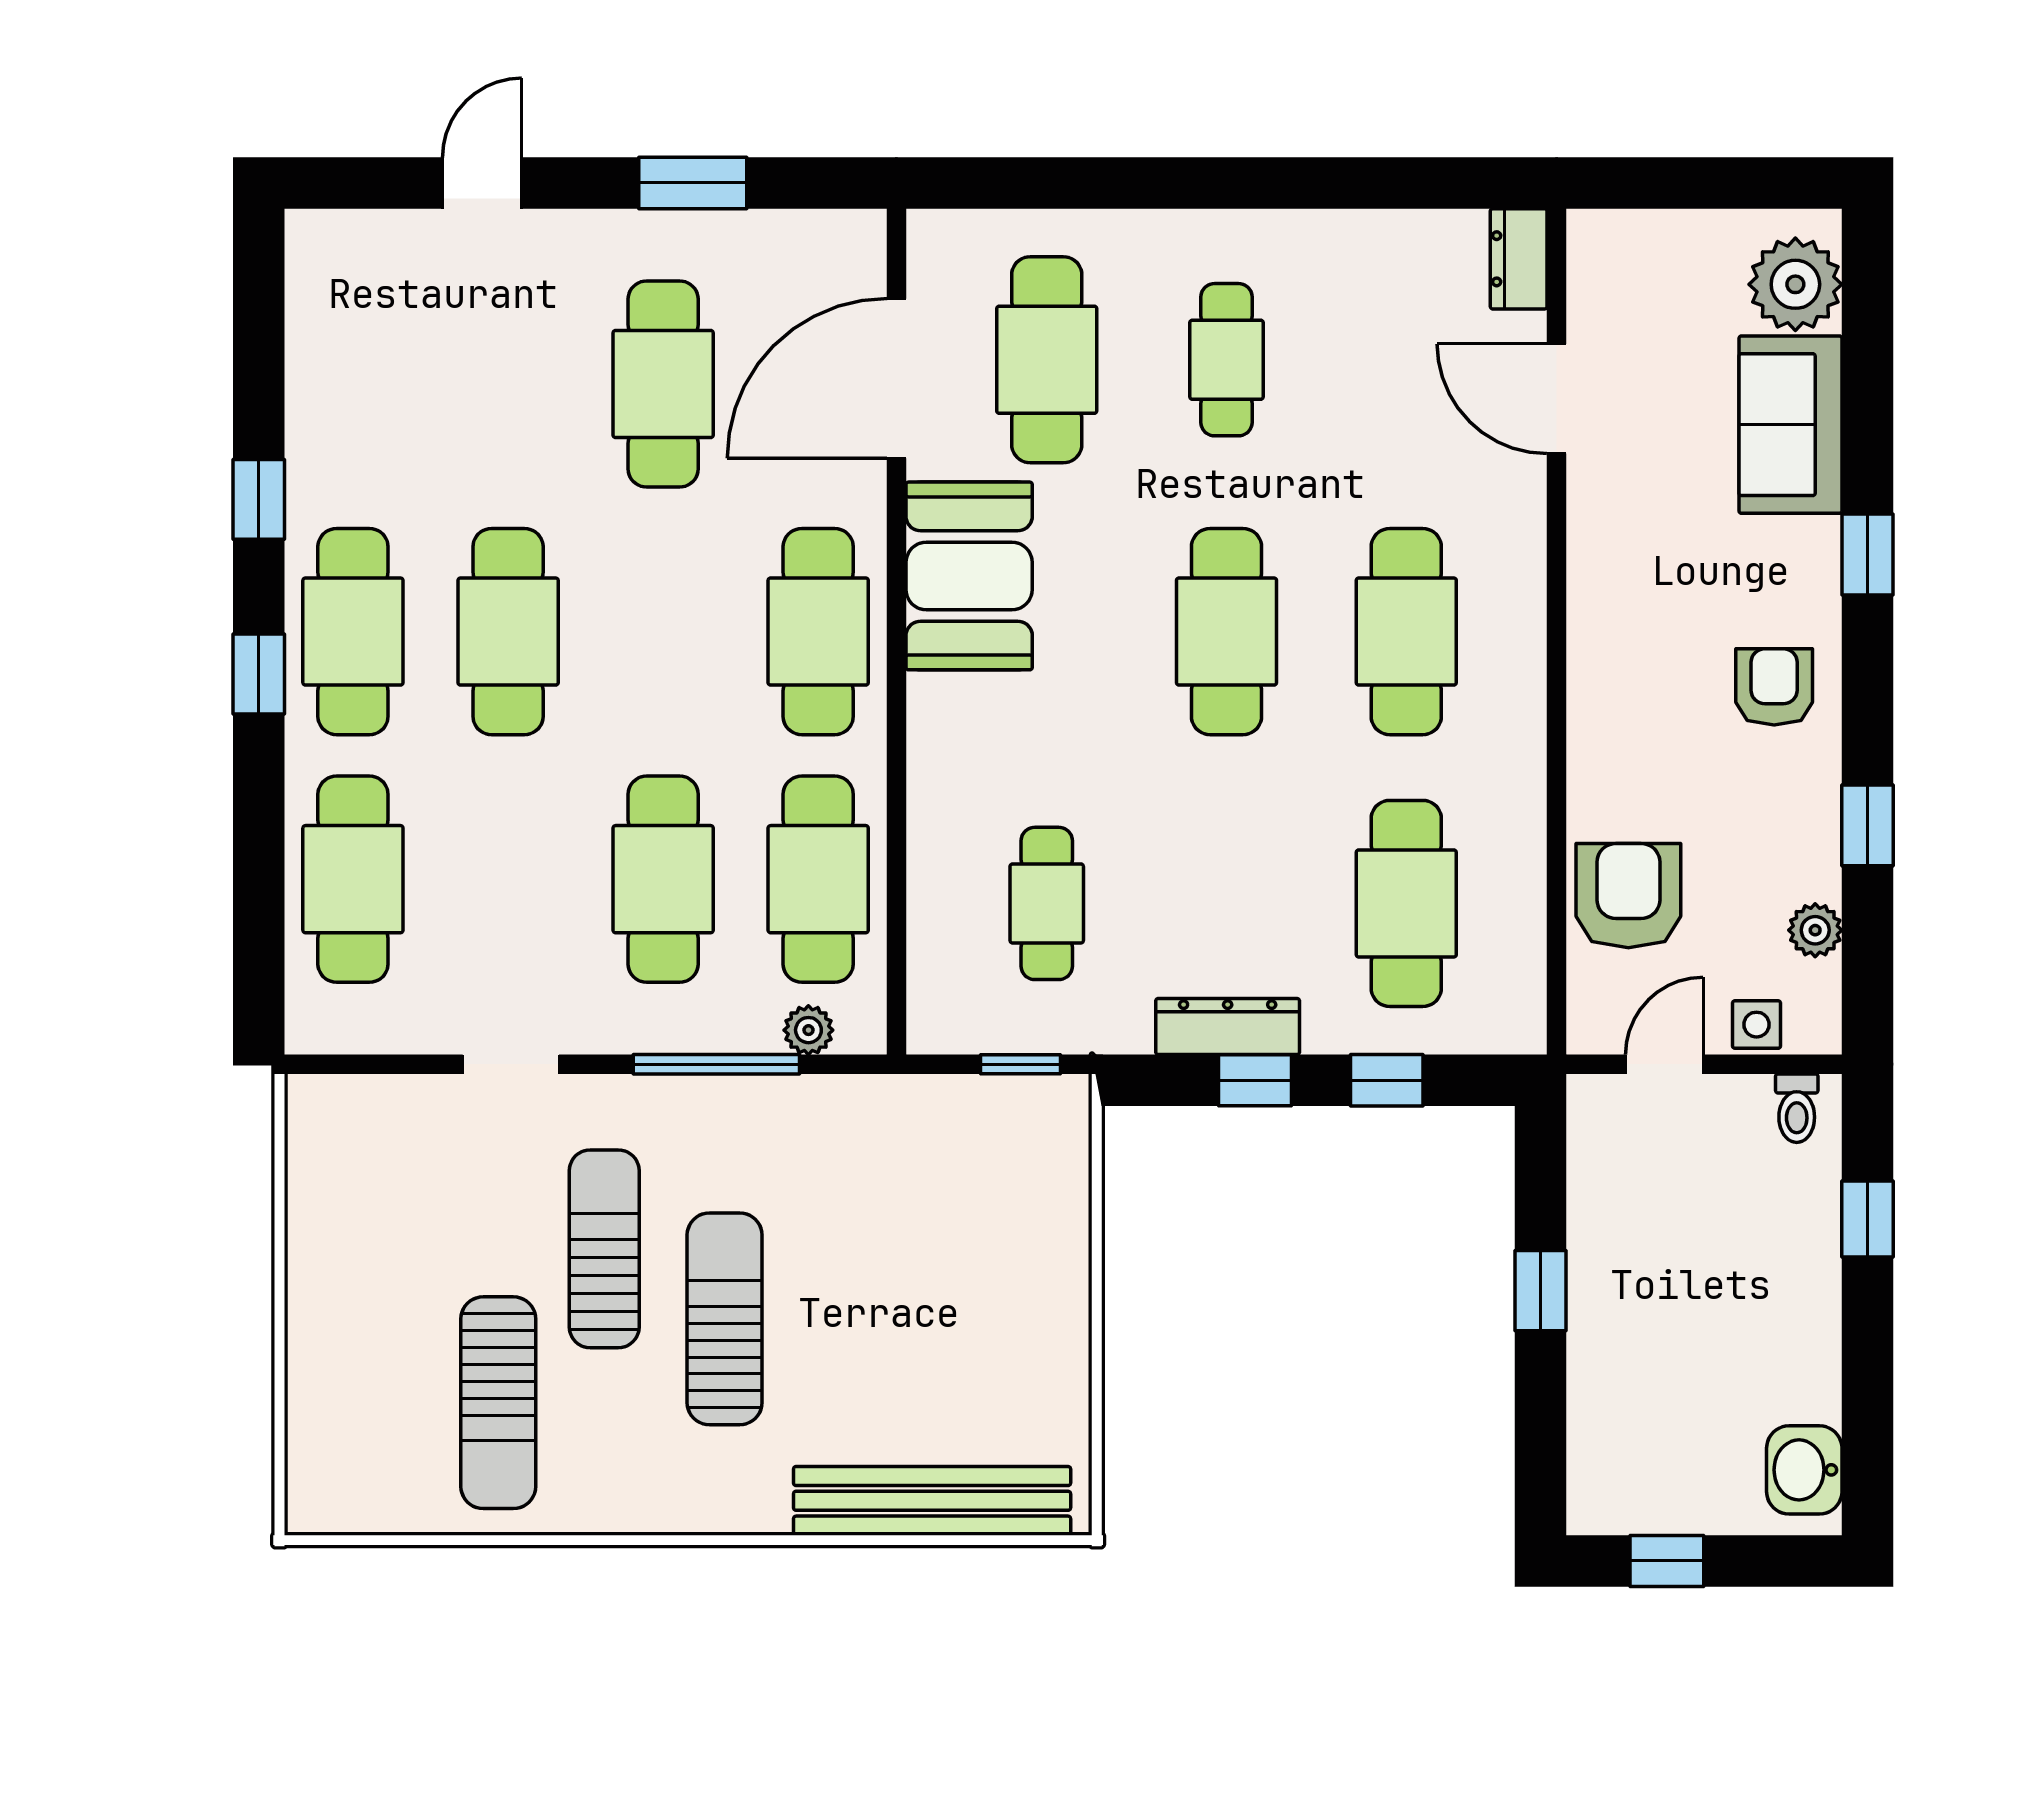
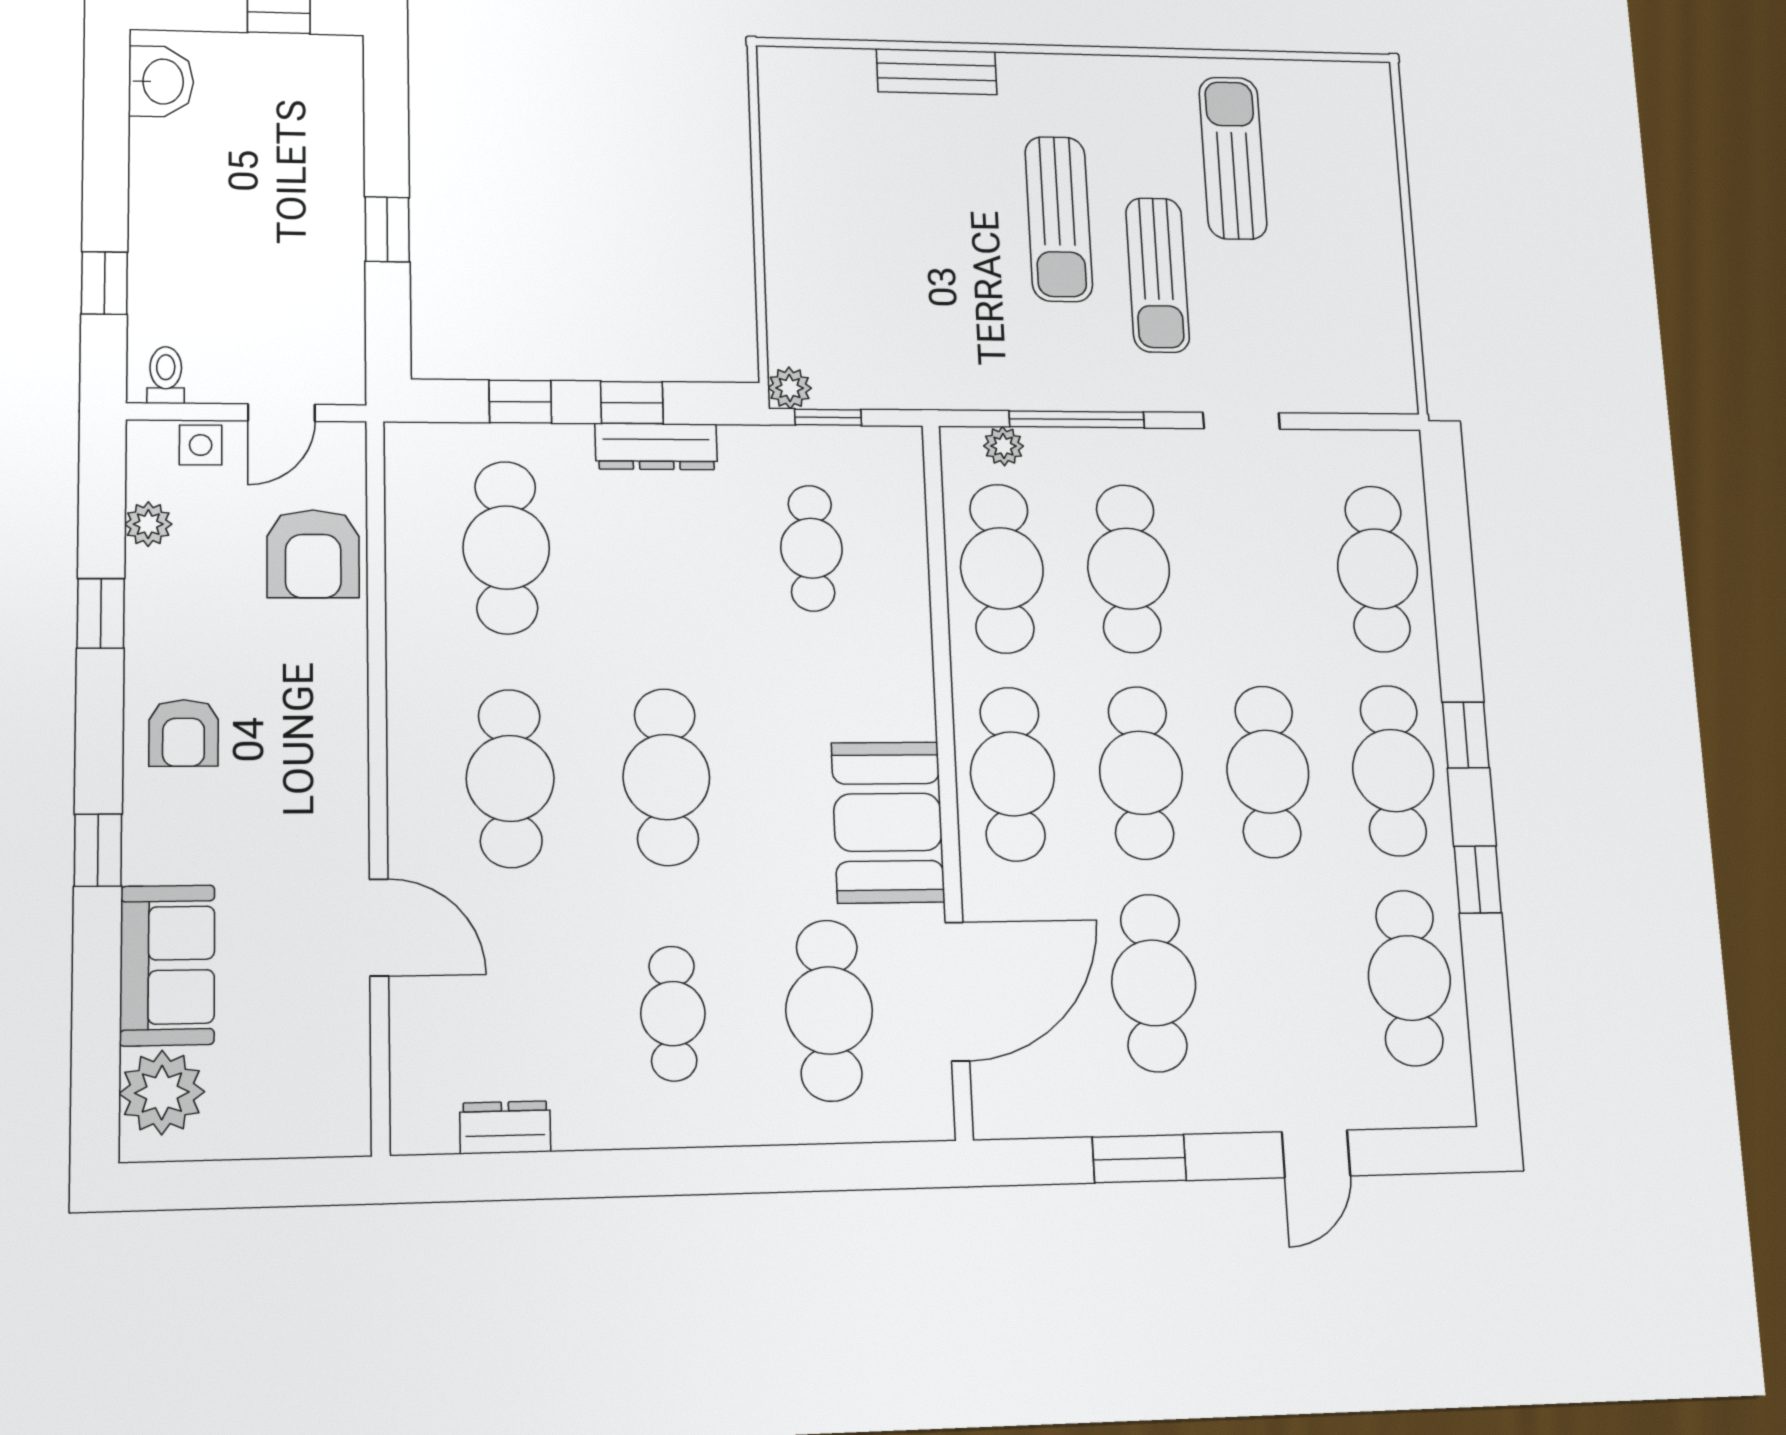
dresser: (1519, 259) -> (505, 1127), moved, turned -90
cafe table: (353, 384) -> (1409, 978), added
door: (1557, 399) -> (379, 927), moved
cafe table: (663, 632) -> (1141, 773), added
plant: (1066, 1100) -> (790, 388), added
bench: (932, 1501) -> (937, 72), width x0.54, depth x0.82

